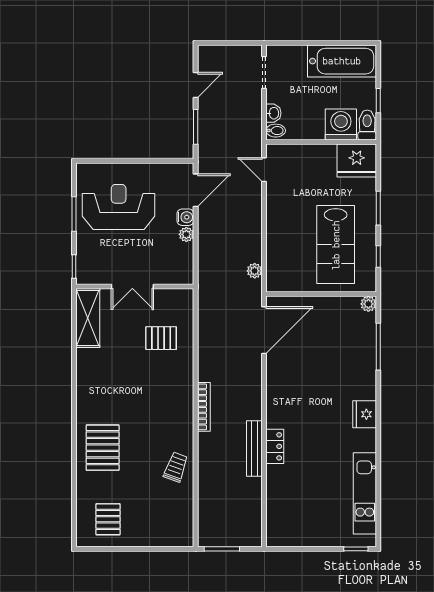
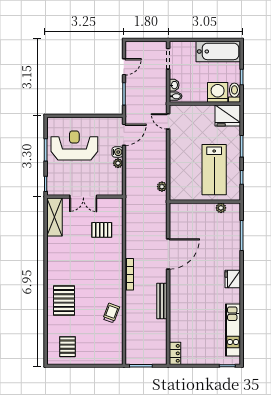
plant: (368, 304) -> (221, 208), moved
door: (264, 330) -> (168, 254), moved
locker: (275, 446) -> (175, 353), moved

